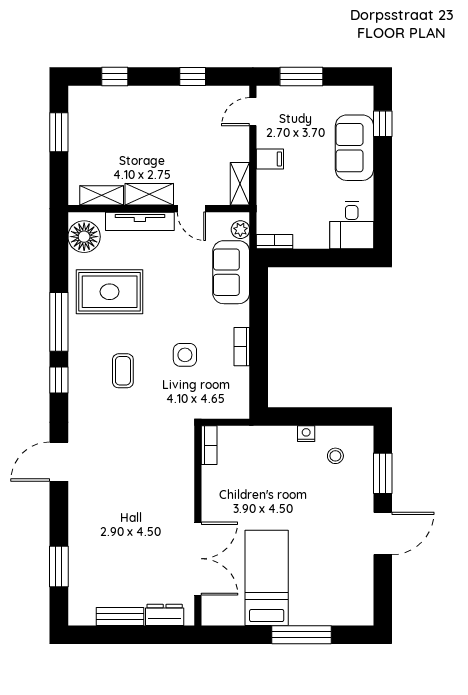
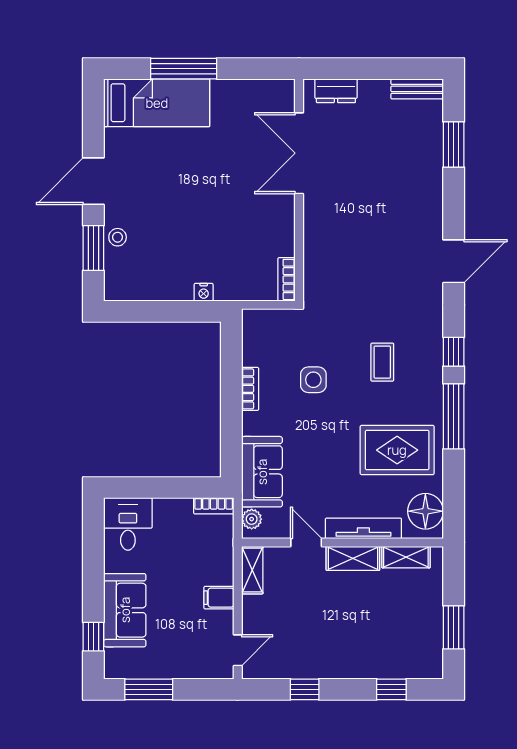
window: (301, 77) -> (149, 689), moved
nightstand: (306, 434) -> (204, 292), moved
stool: (335, 456) -> (118, 237), moved
bed: (267, 578) -> (157, 103), moved, turned -90
bench: (120, 616) -> (417, 89), moved

